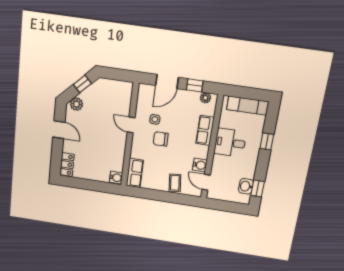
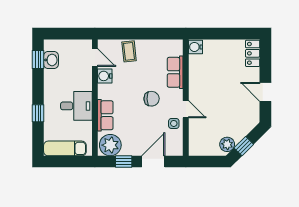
plant: (205, 98) -> (110, 145), width x1.87, depth x1.87
plant: (77, 104) -> (227, 144), moved
side table: (155, 119) -> (174, 123), moved
row of seats: (135, 173) -> (175, 72), moved

